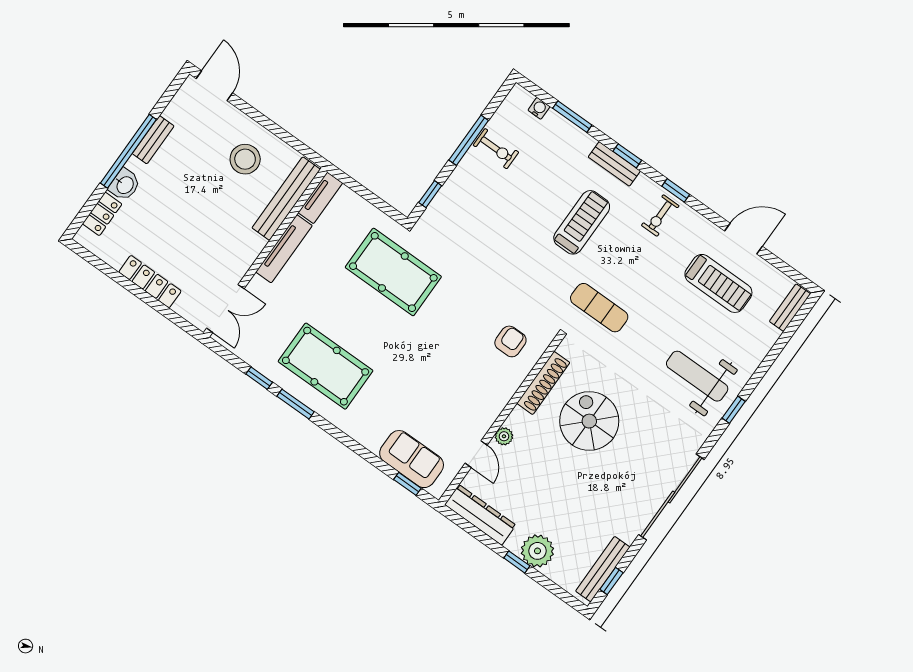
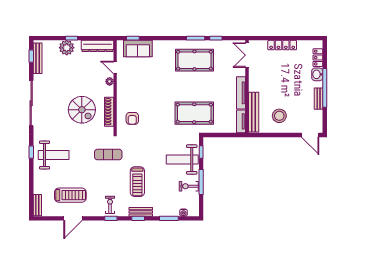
weight bench: (474, 205) -> (182, 159), added
treadmill: (718, 283) -> (70, 195), turned 180

